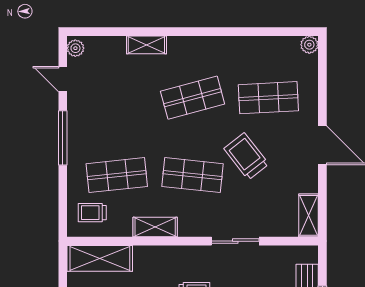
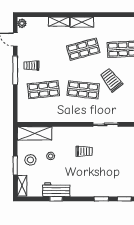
trolley: (92, 213) -> (31, 66), moved
shelving: (155, 227) -> (82, 22), moved

